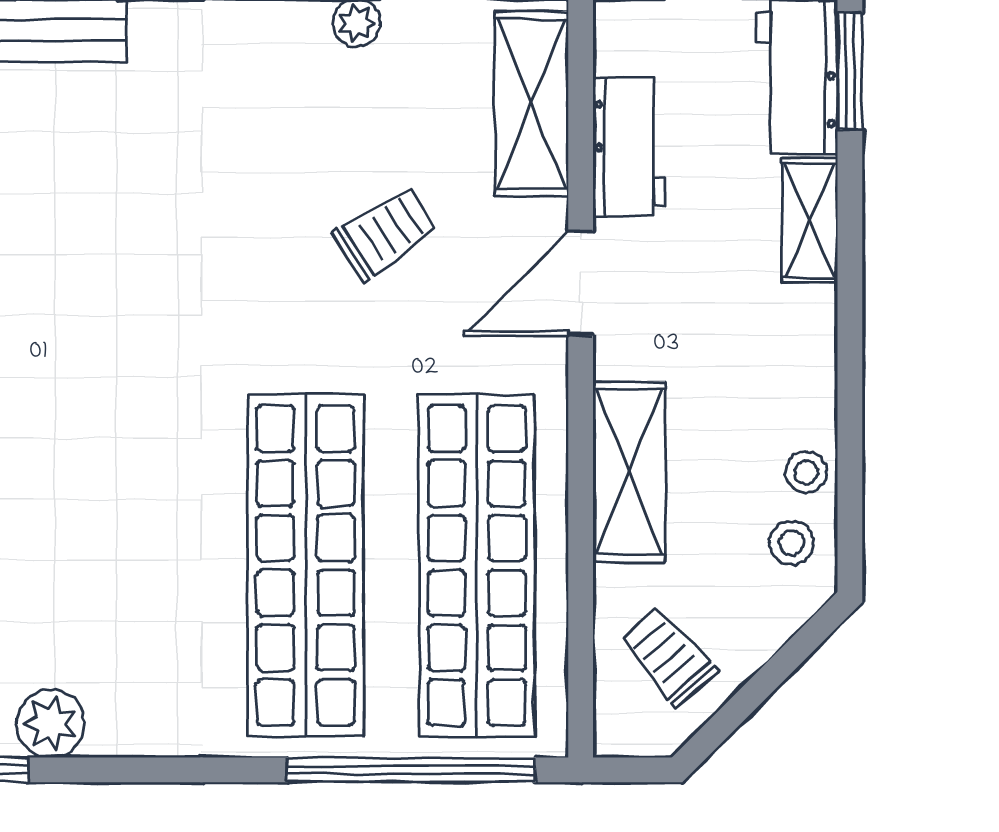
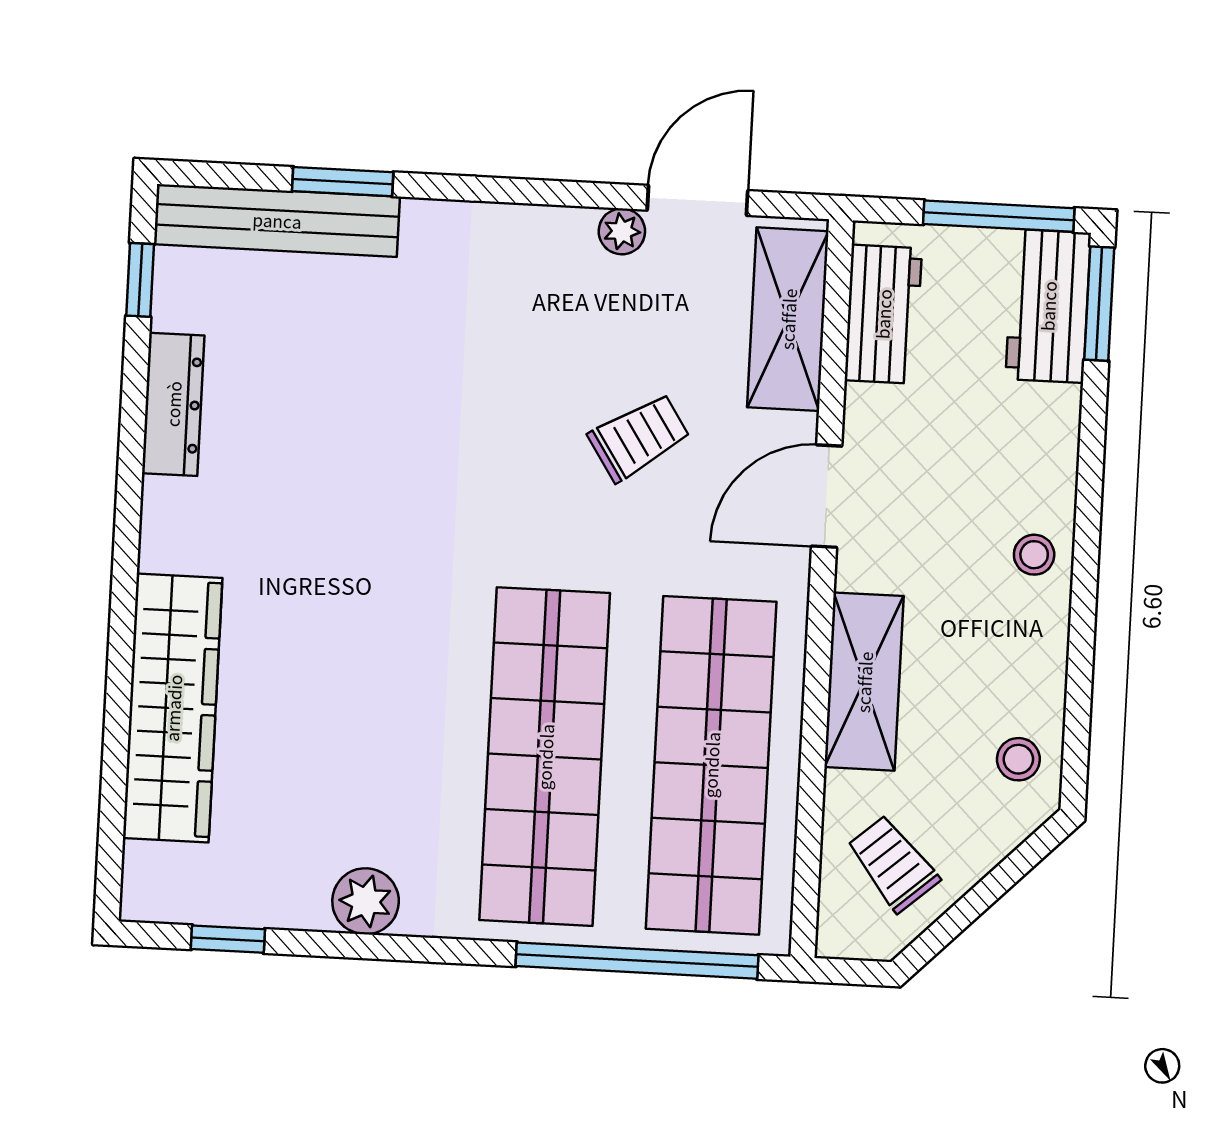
workbench: (629, 147) -> (883, 314), moved
shelving: (810, 221) -> (1053, 447), removed
stool: (806, 472) -> (1034, 555), moved
plant: (50, 723) -> (366, 901), moved

